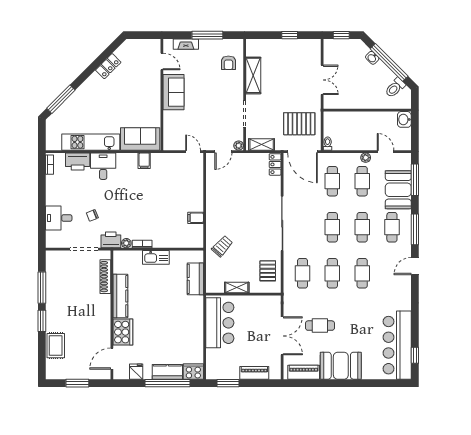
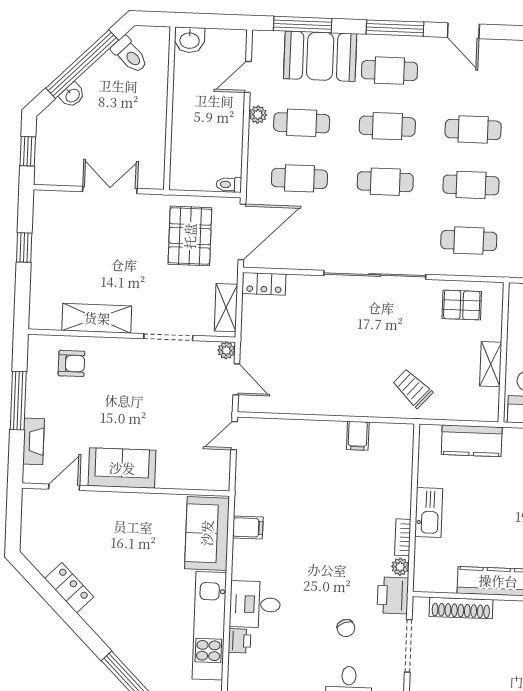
printer: (78, 161) -> (239, 641), width x0.53, depth x0.68

